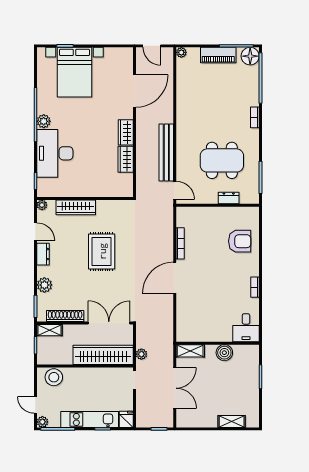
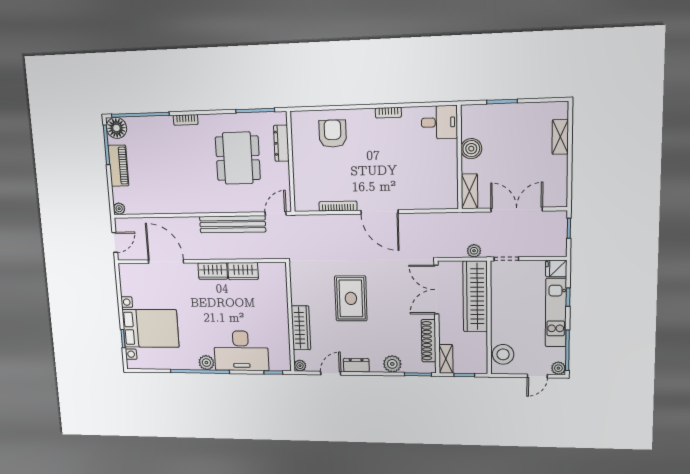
dresser: (229, 198) -> (281, 143), width x1.44
rug: (102, 251) -> (351, 298), turned 90

